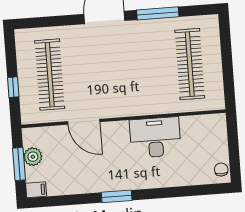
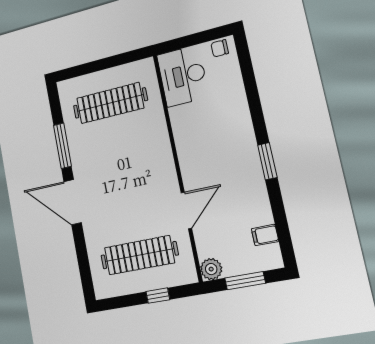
desk: (155, 137) -> (183, 76), moved
plant: (33, 157) -> (211, 269), moved
filing cabinet: (36, 190) -> (265, 235), moved, turned -90

